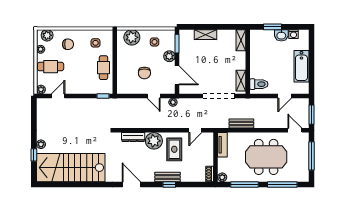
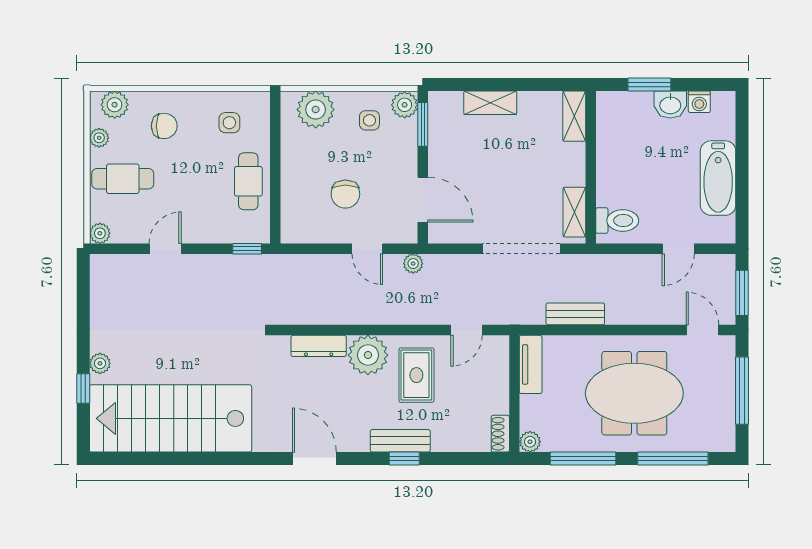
plant: (169, 56) -> (405, 105), moved
door: (58, 96) -> (165, 249), moved

